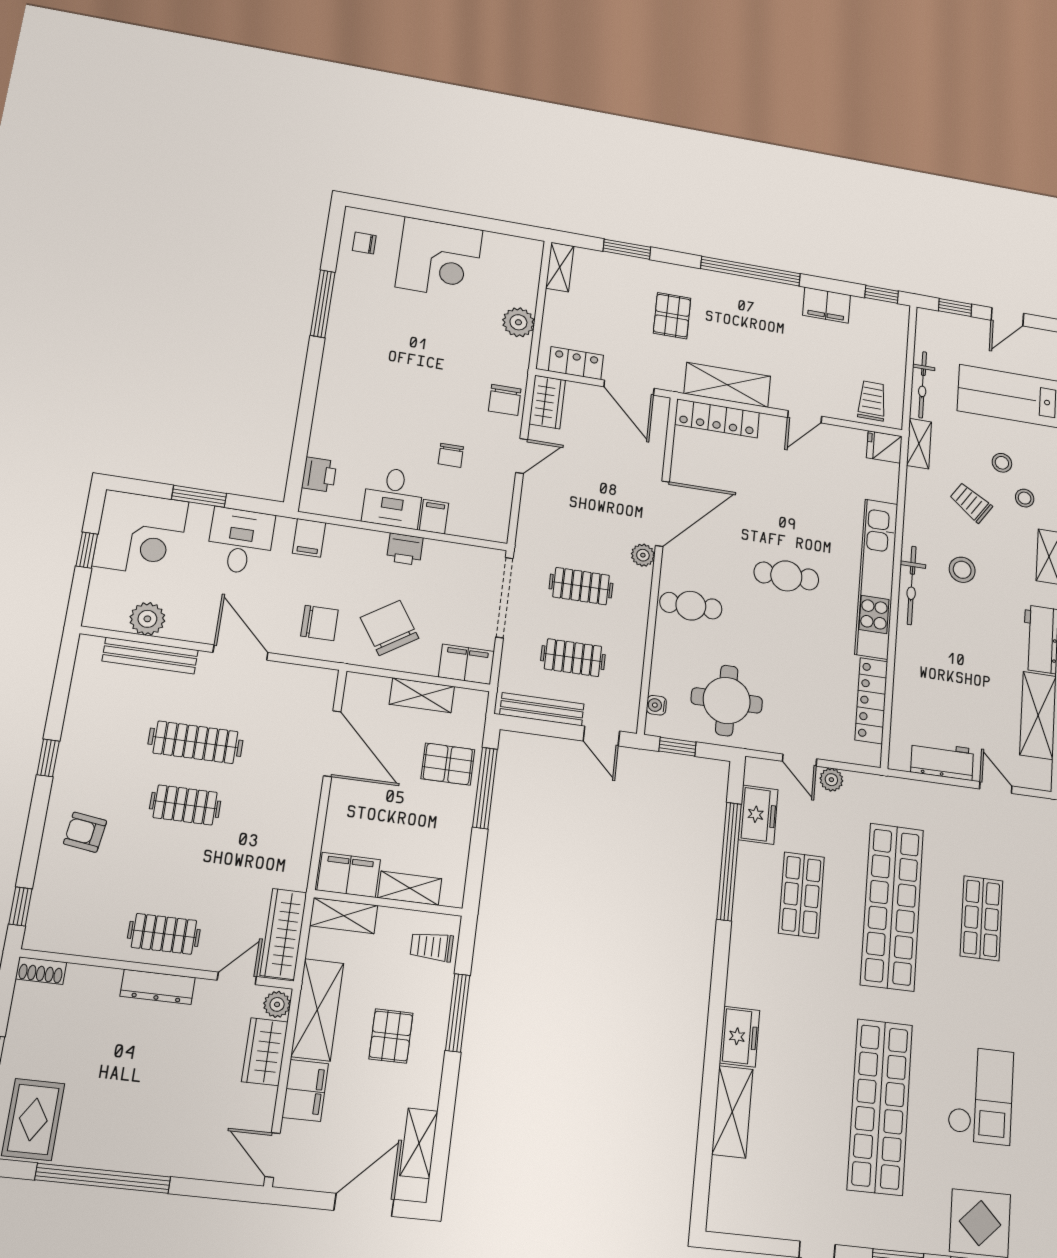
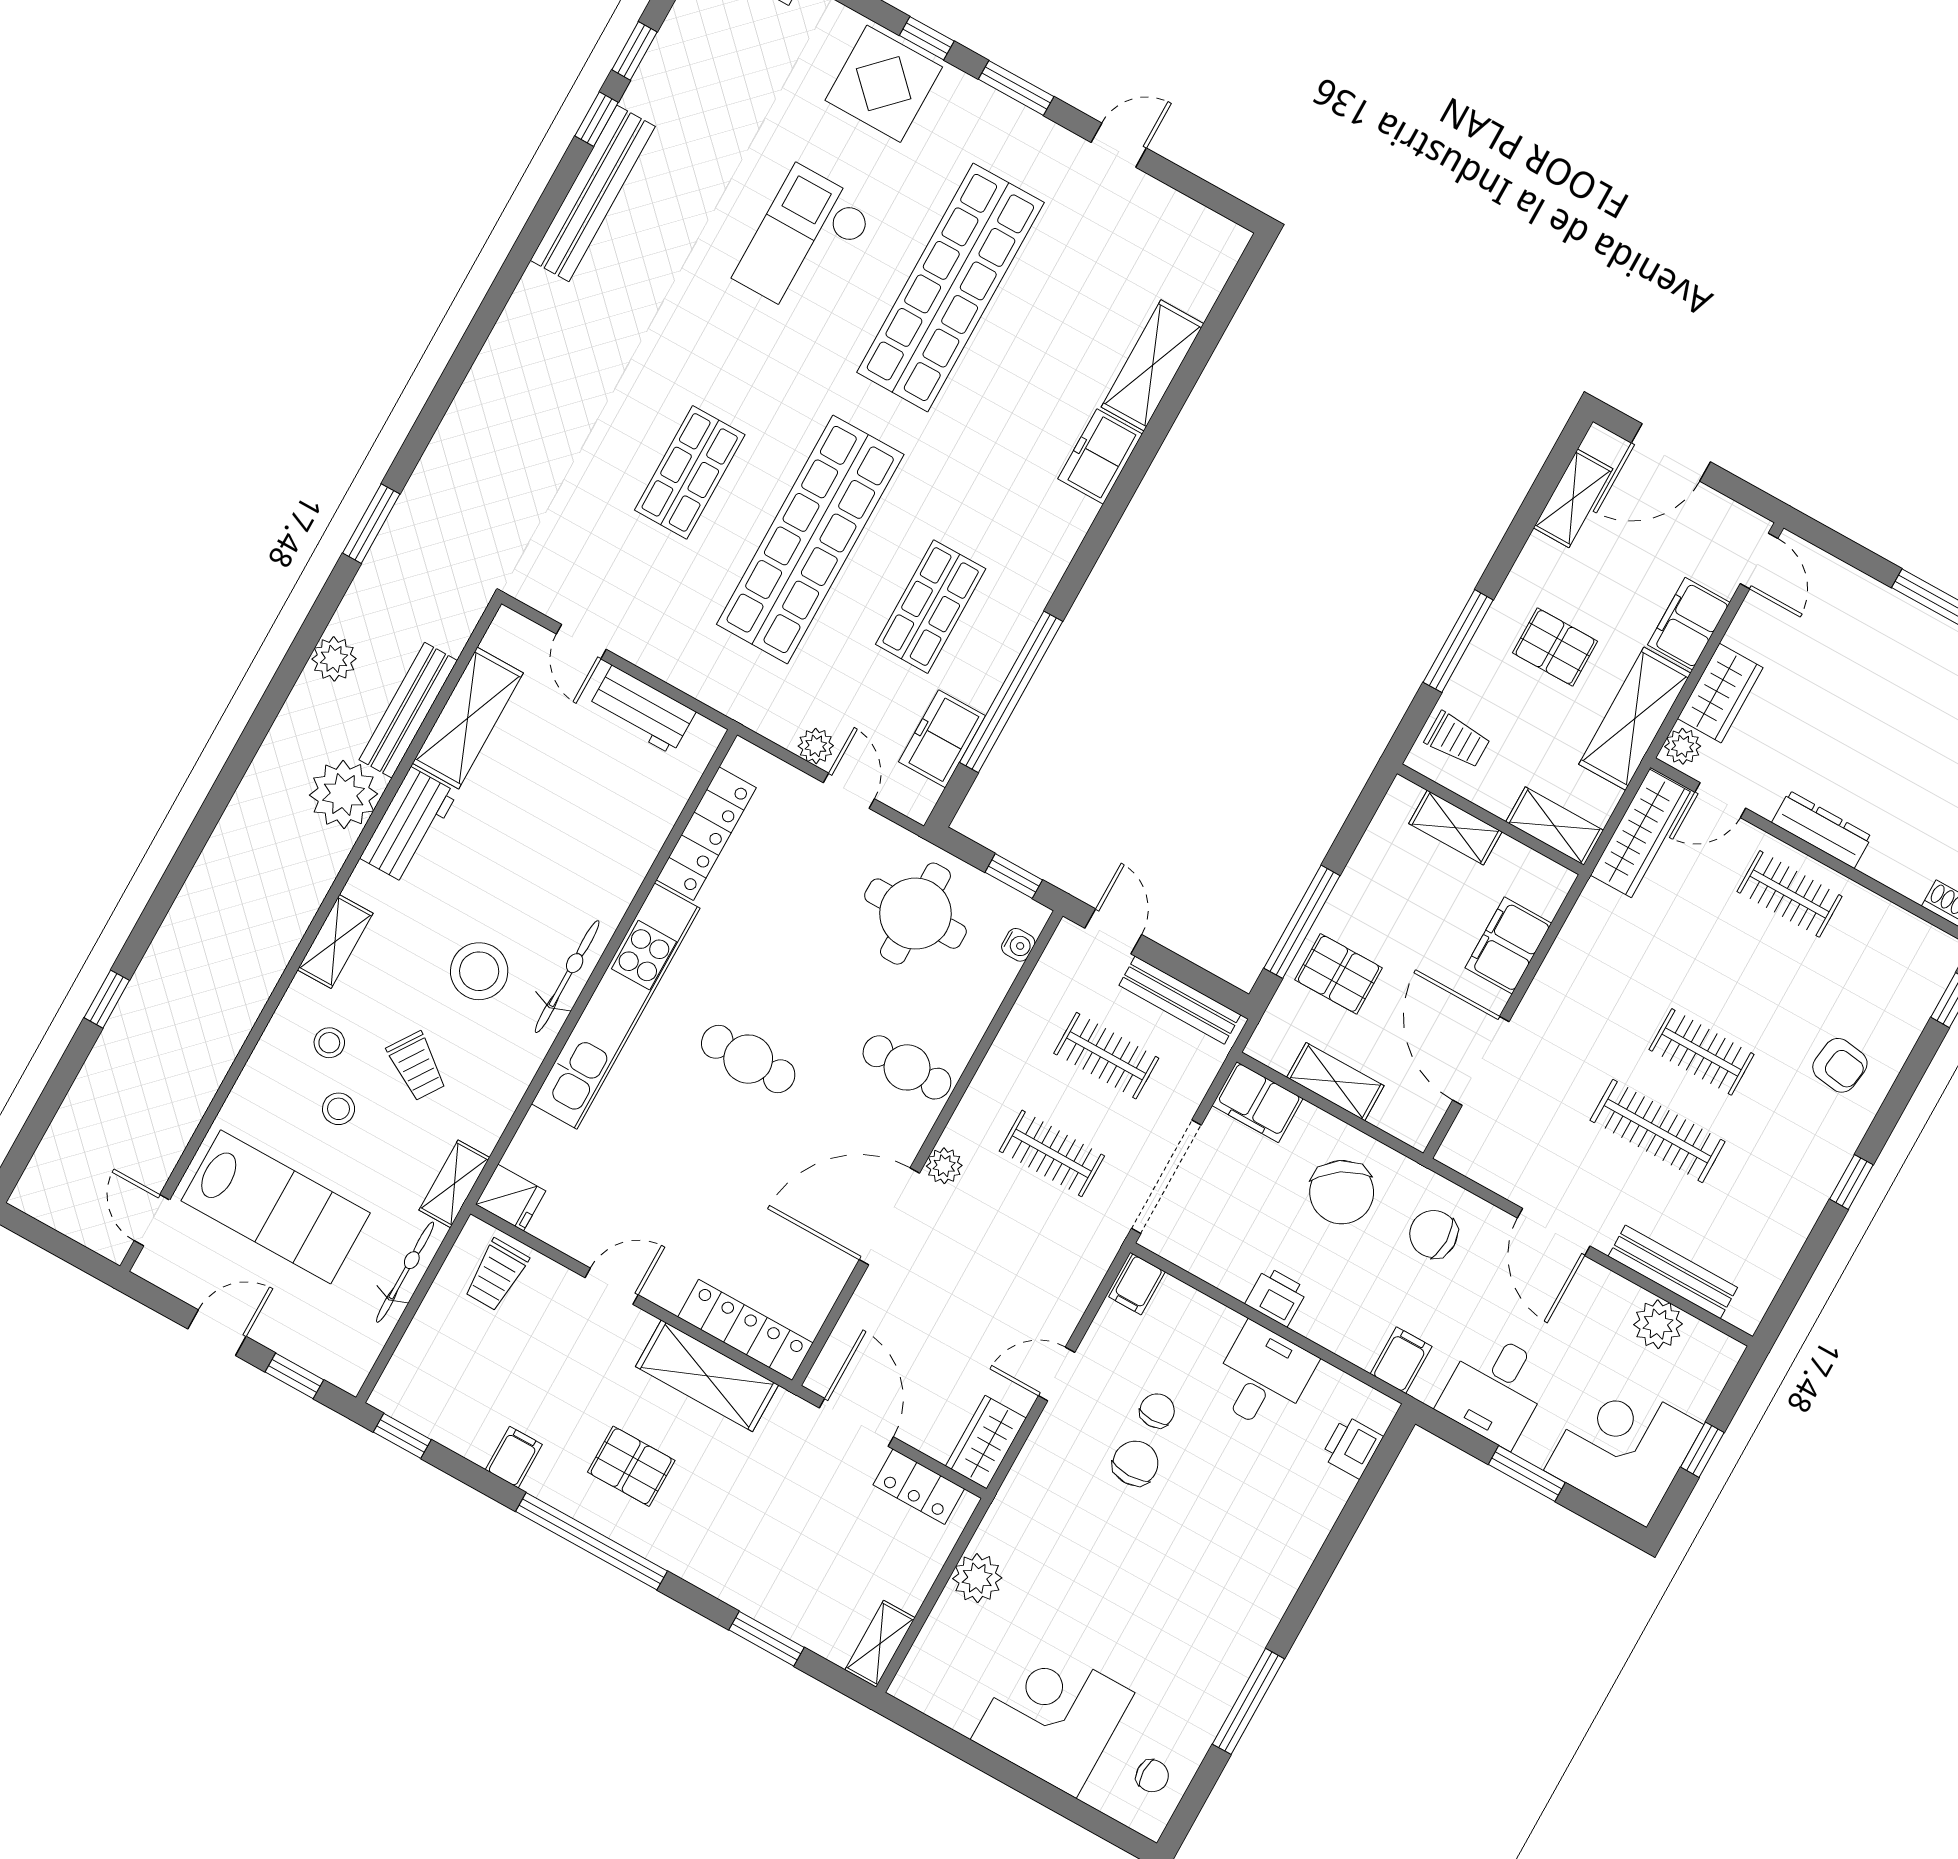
filing cabinet: (827, 305) -> (514, 1457), width x0.50
pallet: (672, 316) -> (631, 1466), moved, turned 90
chair: (505, 400) -> (1135, 1463), moved
filing cabinet: (434, 517) -> (1137, 1284), moved
stool: (962, 570) -> (479, 971), width x1.38, depth x1.38
filing cabinet: (349, 875) -> (1508, 945), moved, turned 90
pallet: (391, 1036) -> (1555, 647), turned 90

